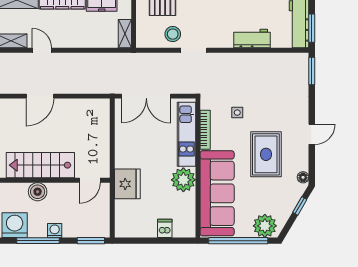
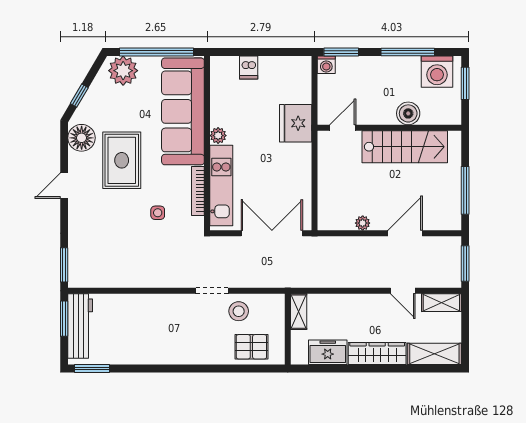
workbench: (252, 39) -> (139, 306), removed
plant: (74, 104) -> (363, 223), added
floor lamp: (303, 177) -> (82, 138), width x1.89, depth x1.89
plant: (183, 180) -> (218, 136), width x0.53, depth x0.53
washing machine: (55, 231) -> (326, 65), moved

